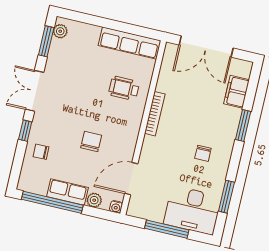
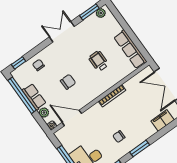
wheelchair: (124, 88) -> (99, 61), moved
window: (243, 126) -> (140, 148), moved
window: (25, 131) -> (19, 63), moved

